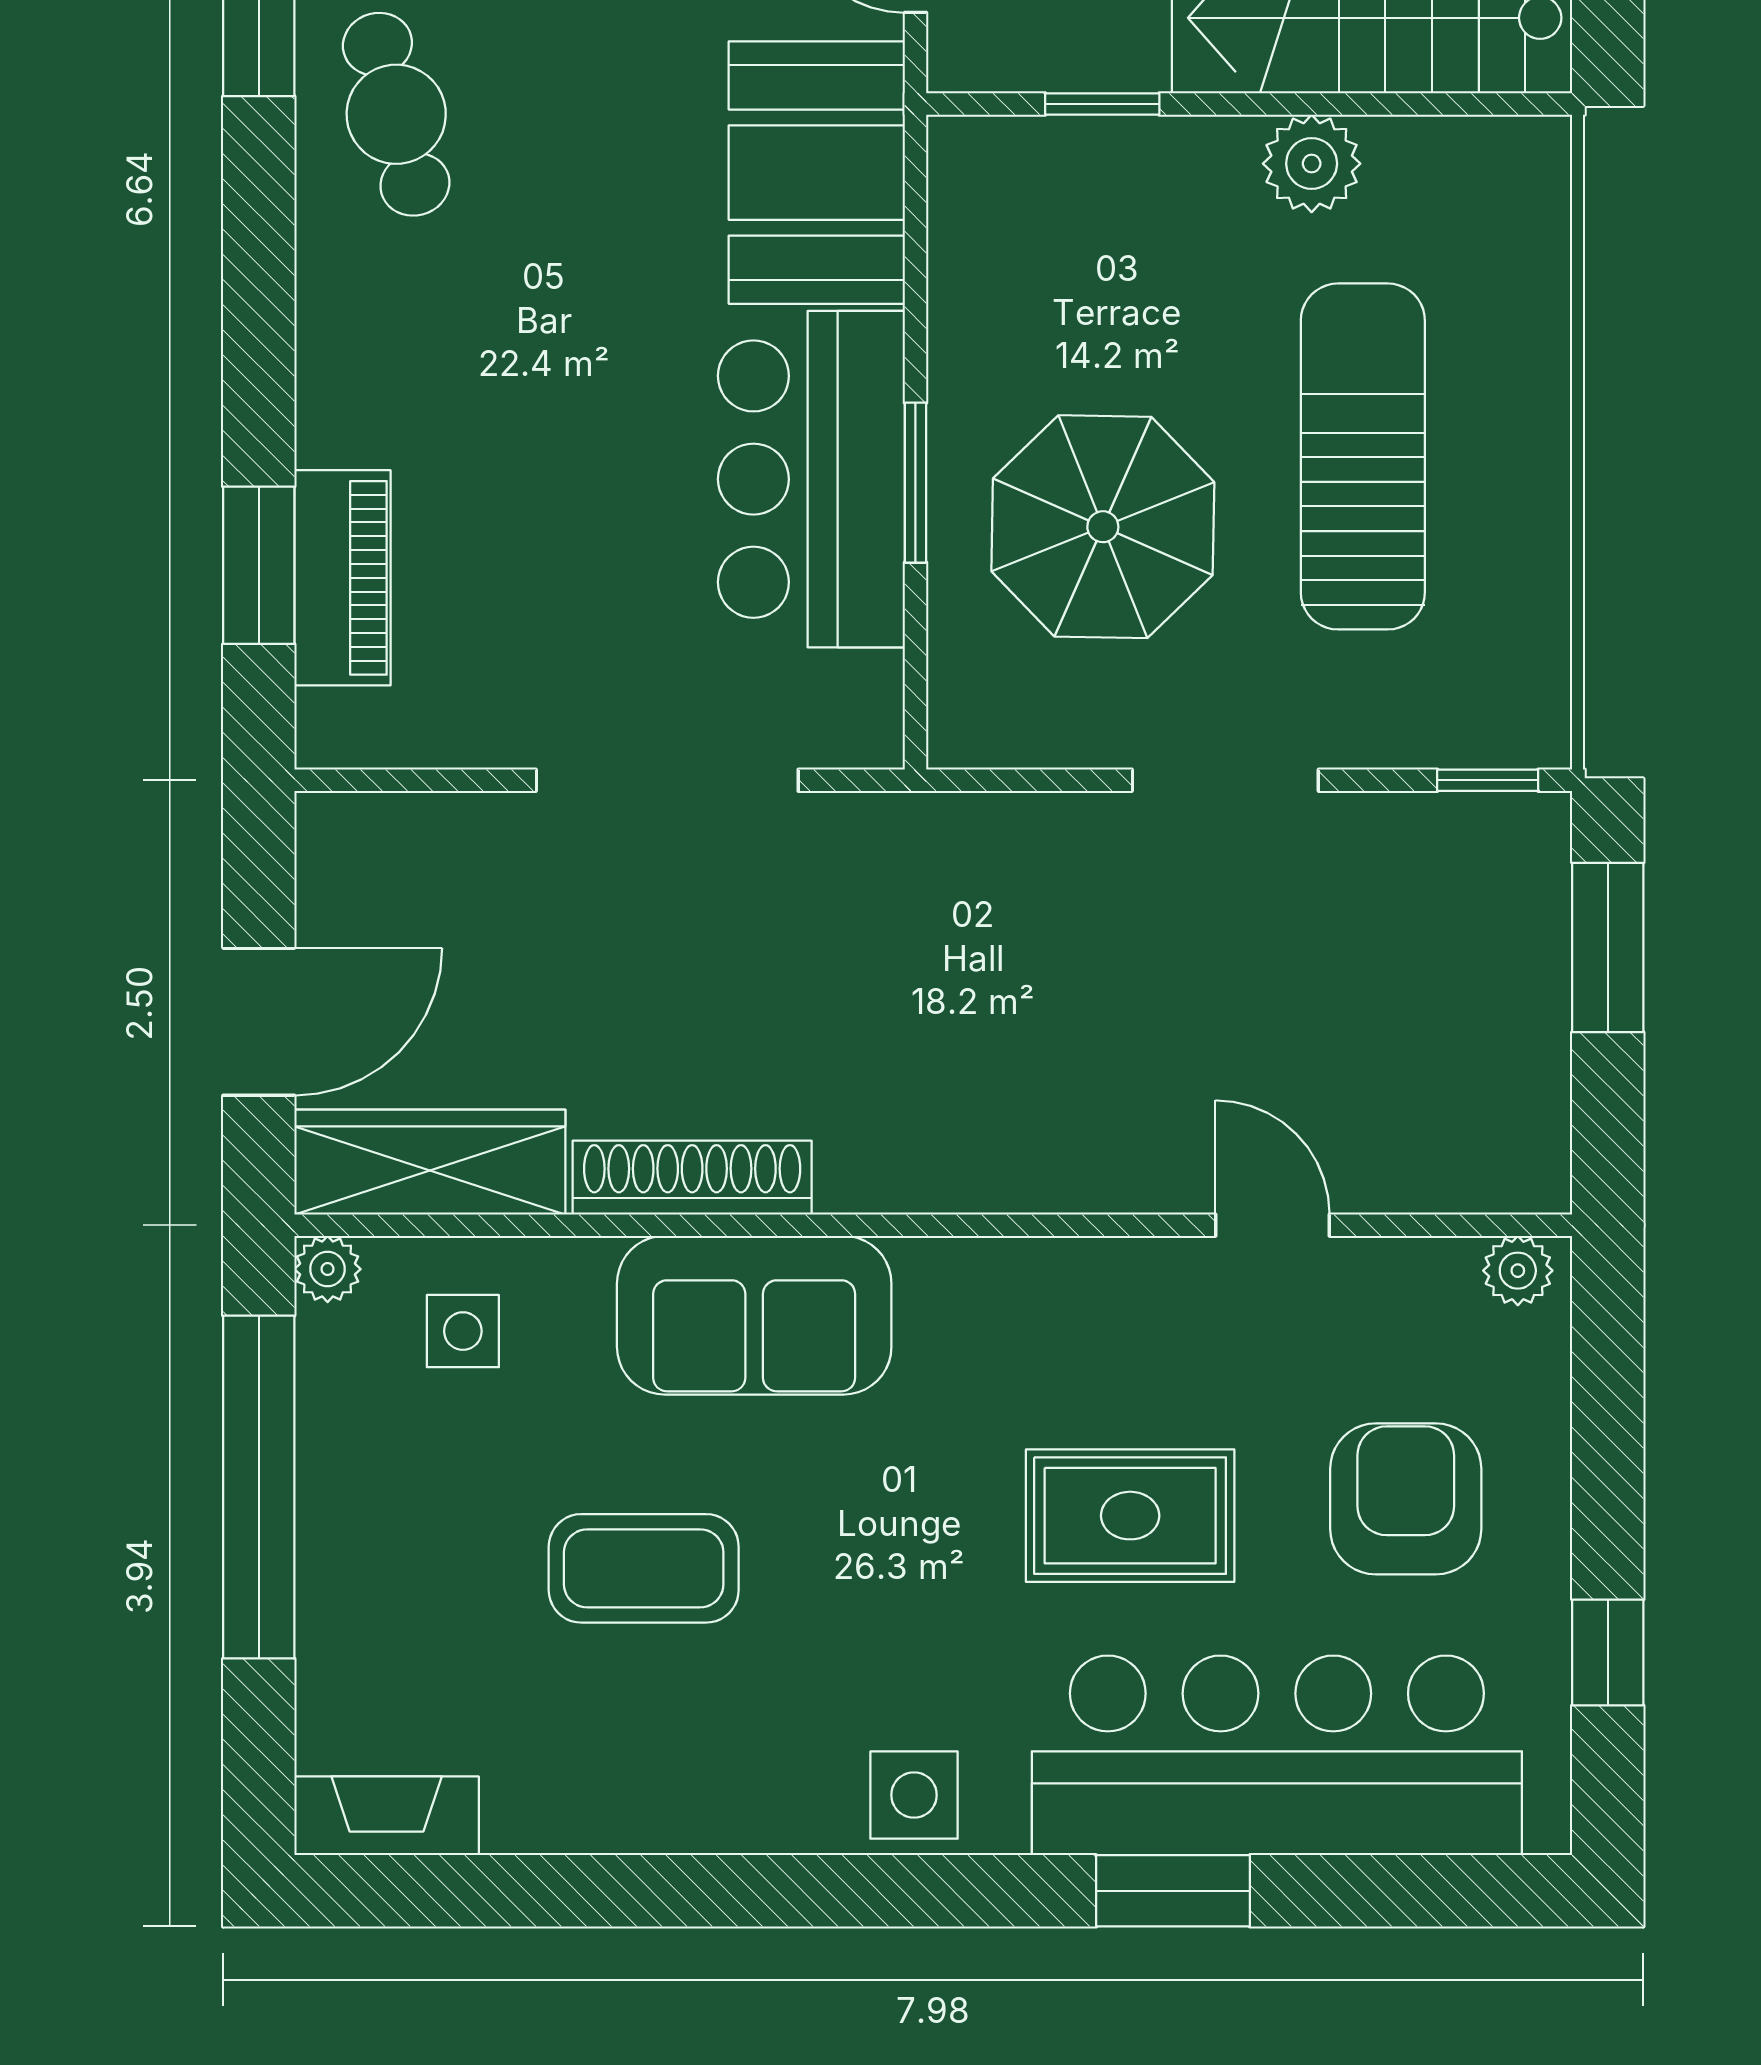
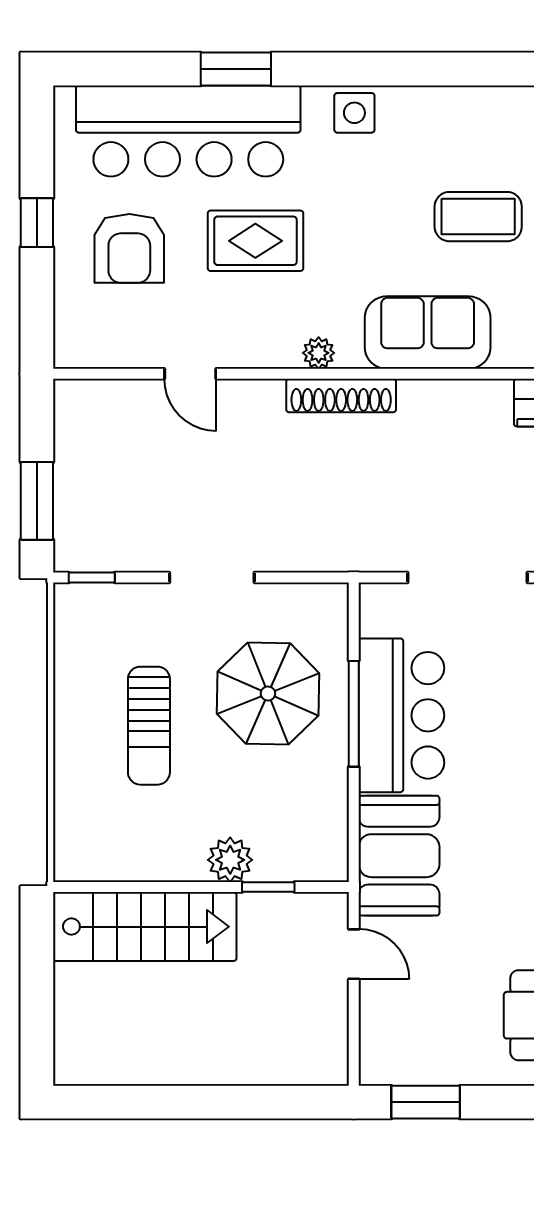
plant: (1312, 164) -> (230, 860), moved
sun lounger: (1363, 456) -> (149, 726), width x0.73, depth x0.75
window: (915, 483) -> (354, 714), width x1.44
shoe rack: (692, 1178) -> (341, 396), moved
plant: (1518, 1271) -> (319, 353), moved
window: (1608, 1652) -> (37, 223), moved

